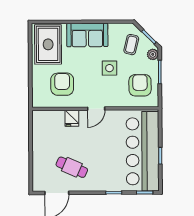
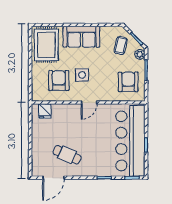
side table: (109, 68) -> (82, 75), moved
fridge: (72, 118) -> (45, 111), moved

